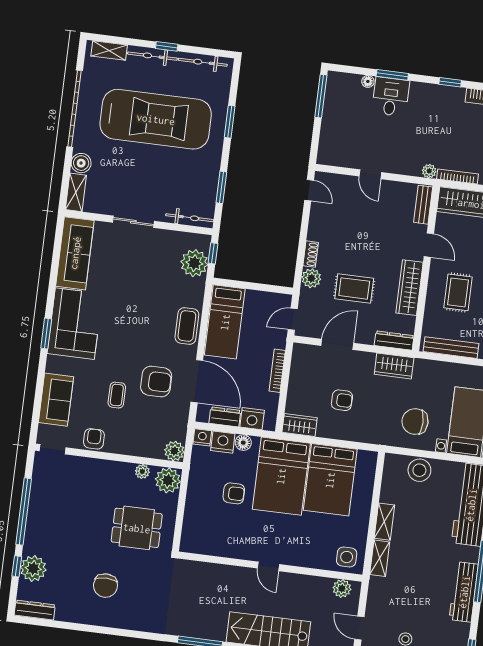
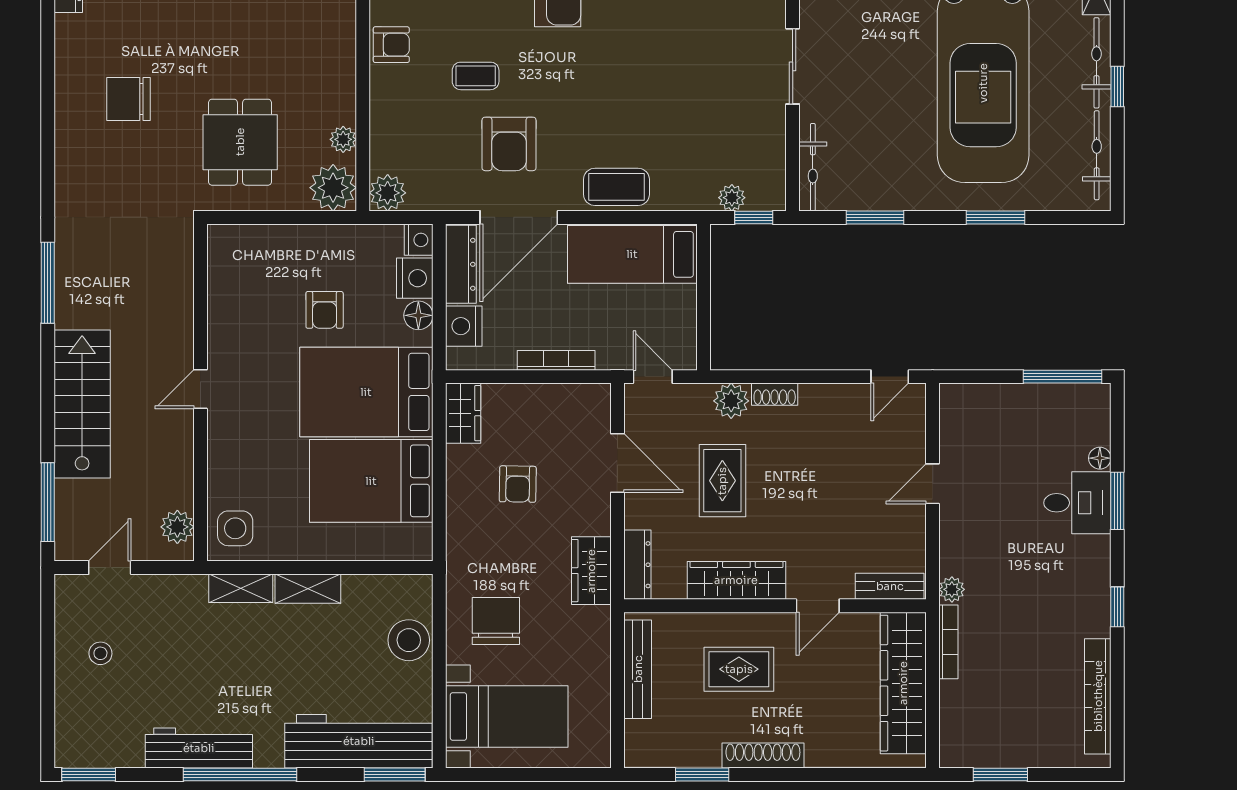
plant: (194, 263) -> (732, 198), width x0.53, depth x0.53
dresser: (225, 417) -> (461, 264), width x1.44

